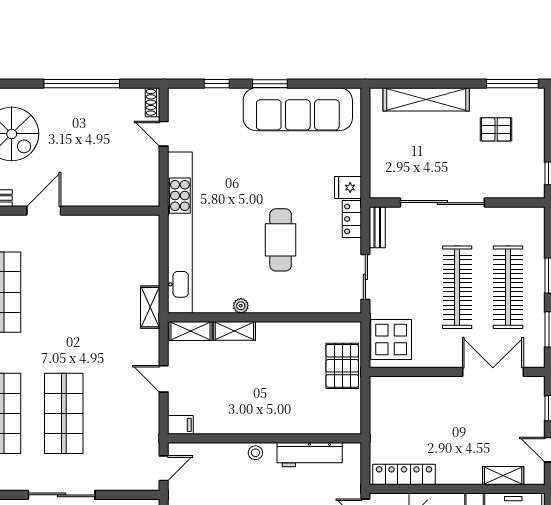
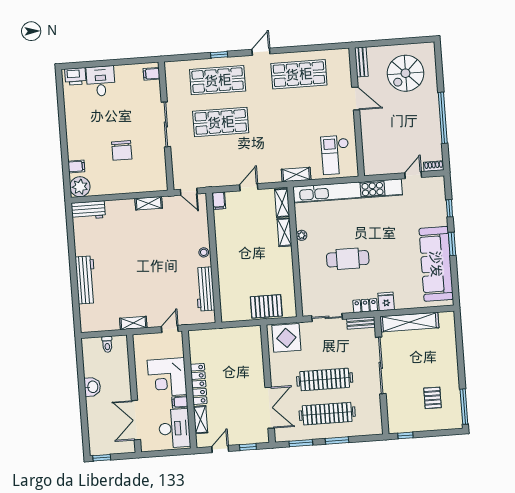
shelving: (426, 99) -> (409, 322), moved, turned 90
checkout: (125, 247) -> (336, 155), added
locker: (404, 475) -> (199, 384), moved

